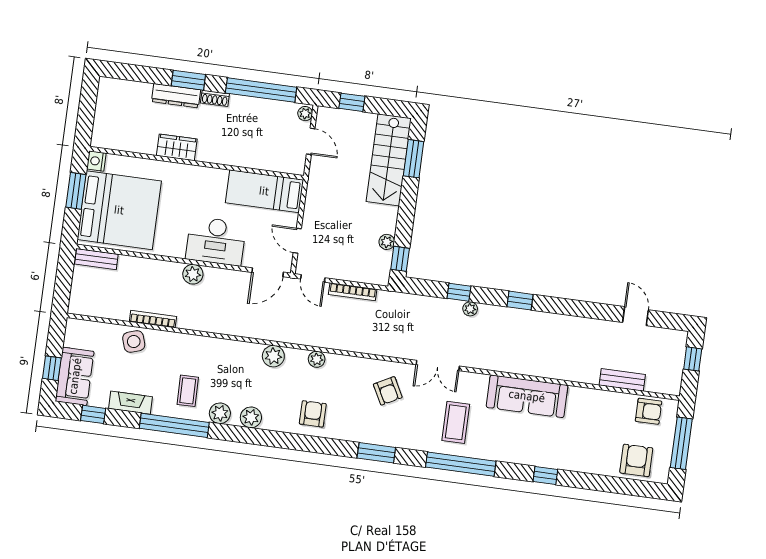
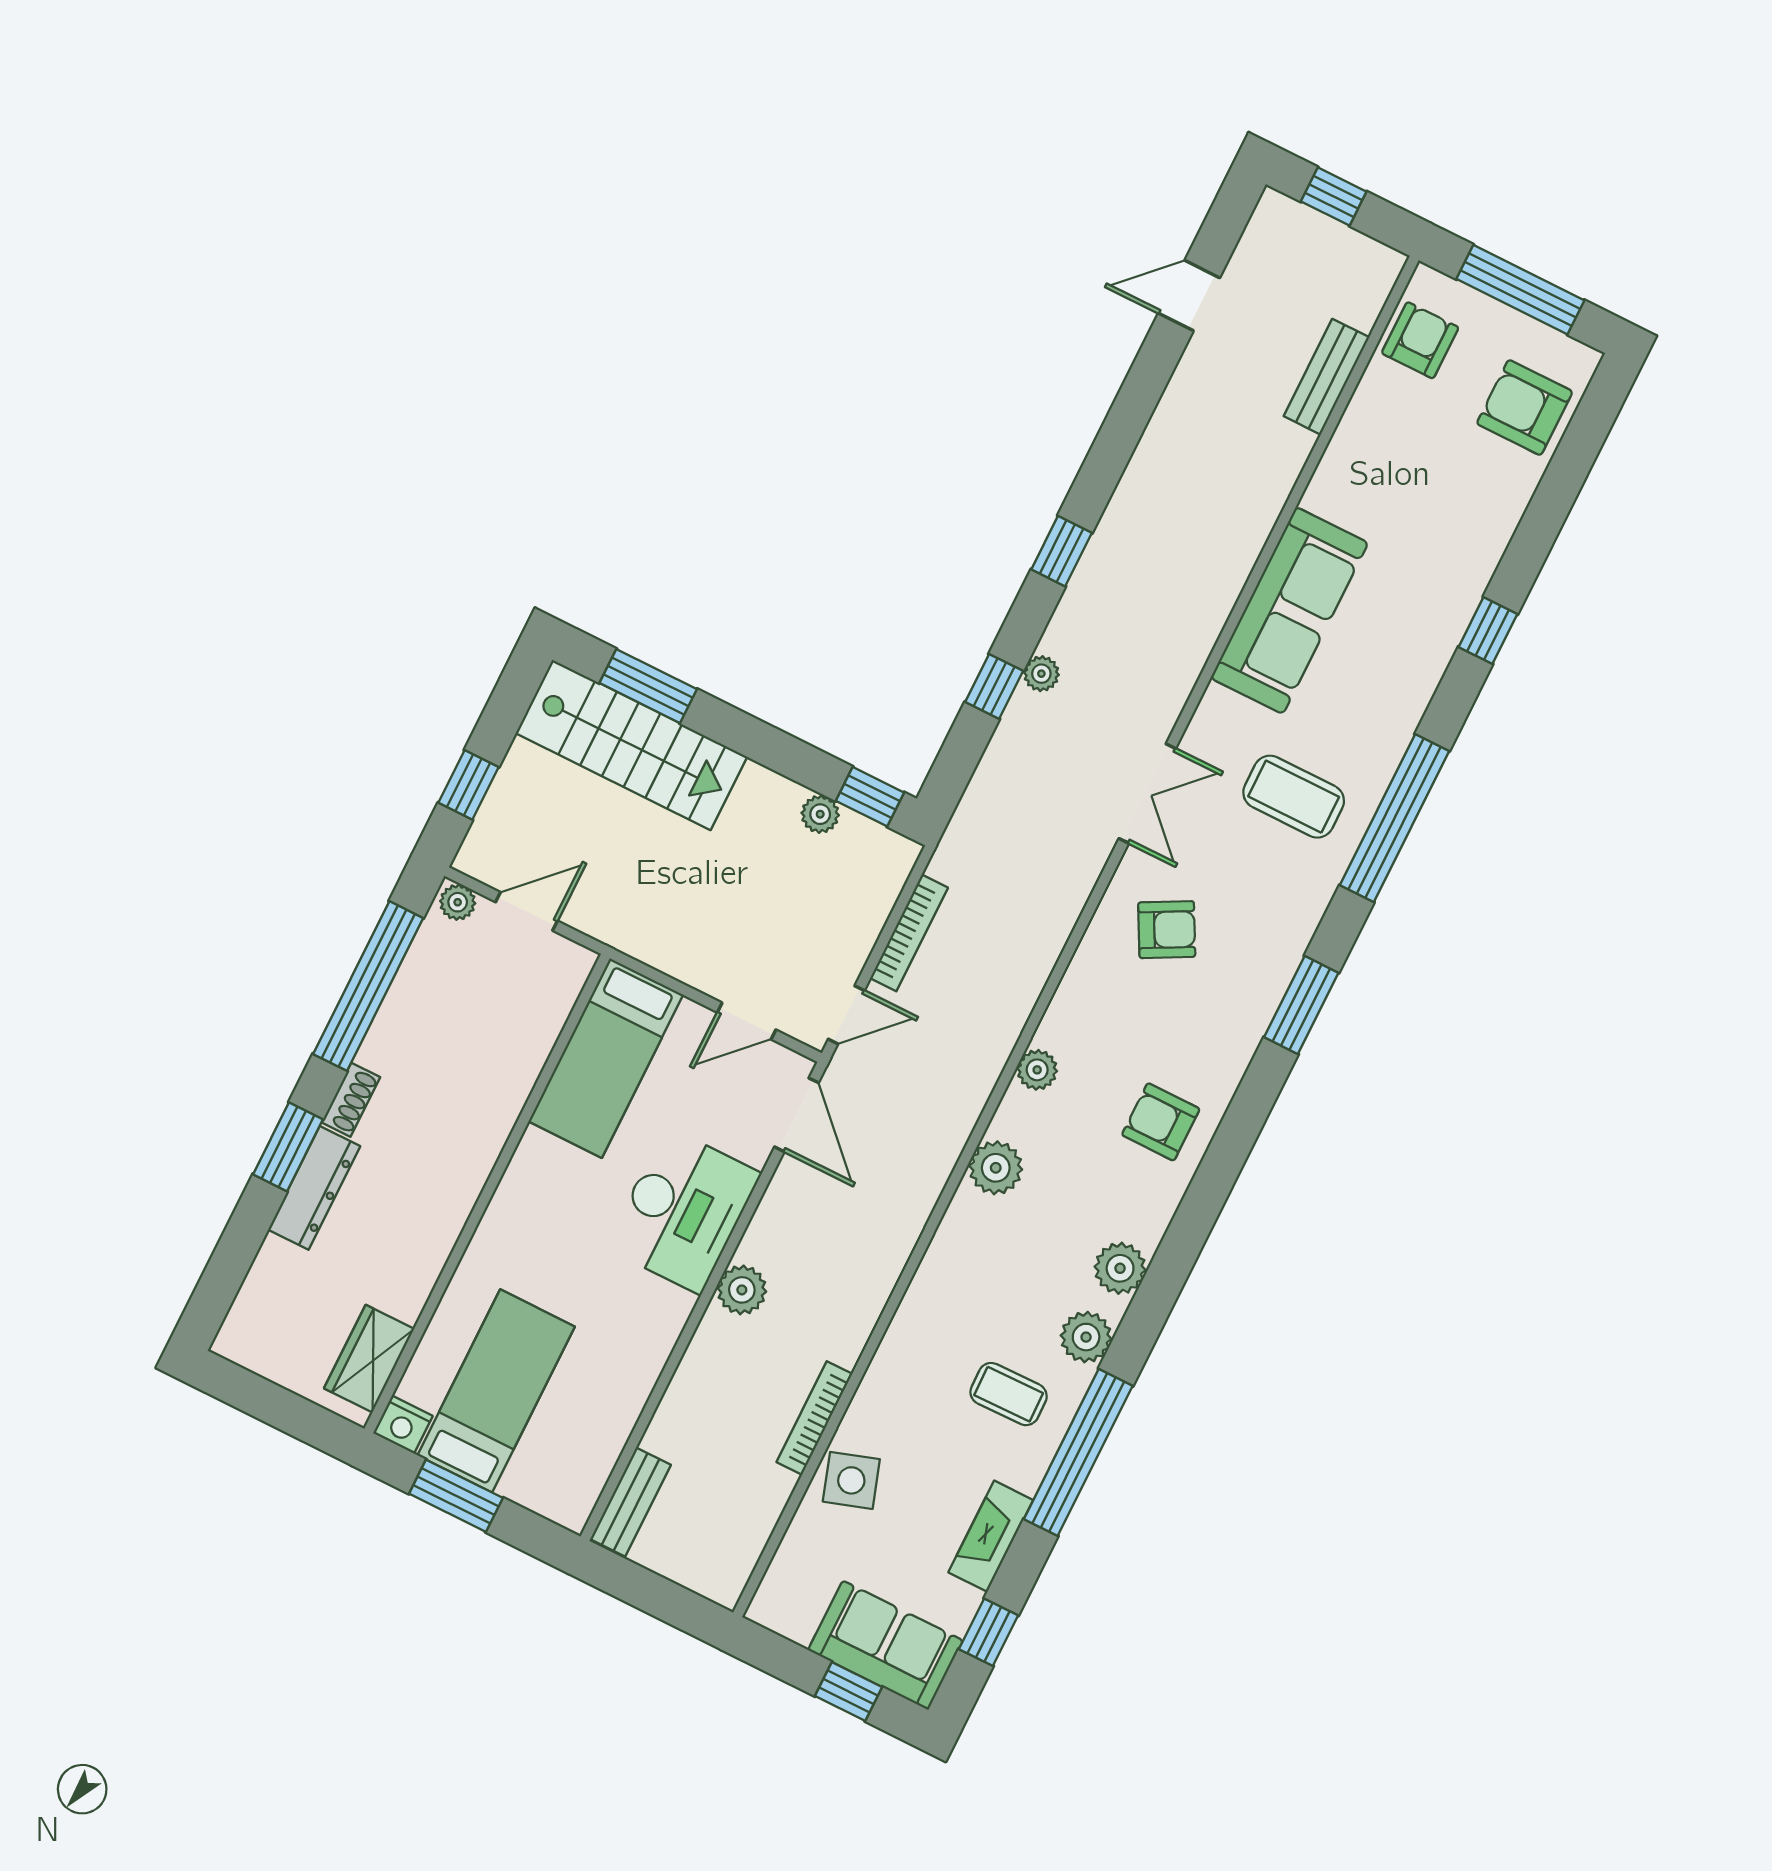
wardrobe: (177, 147) -> (369, 1359), moved
bed: (119, 210) -> (496, 1391), width x0.49

